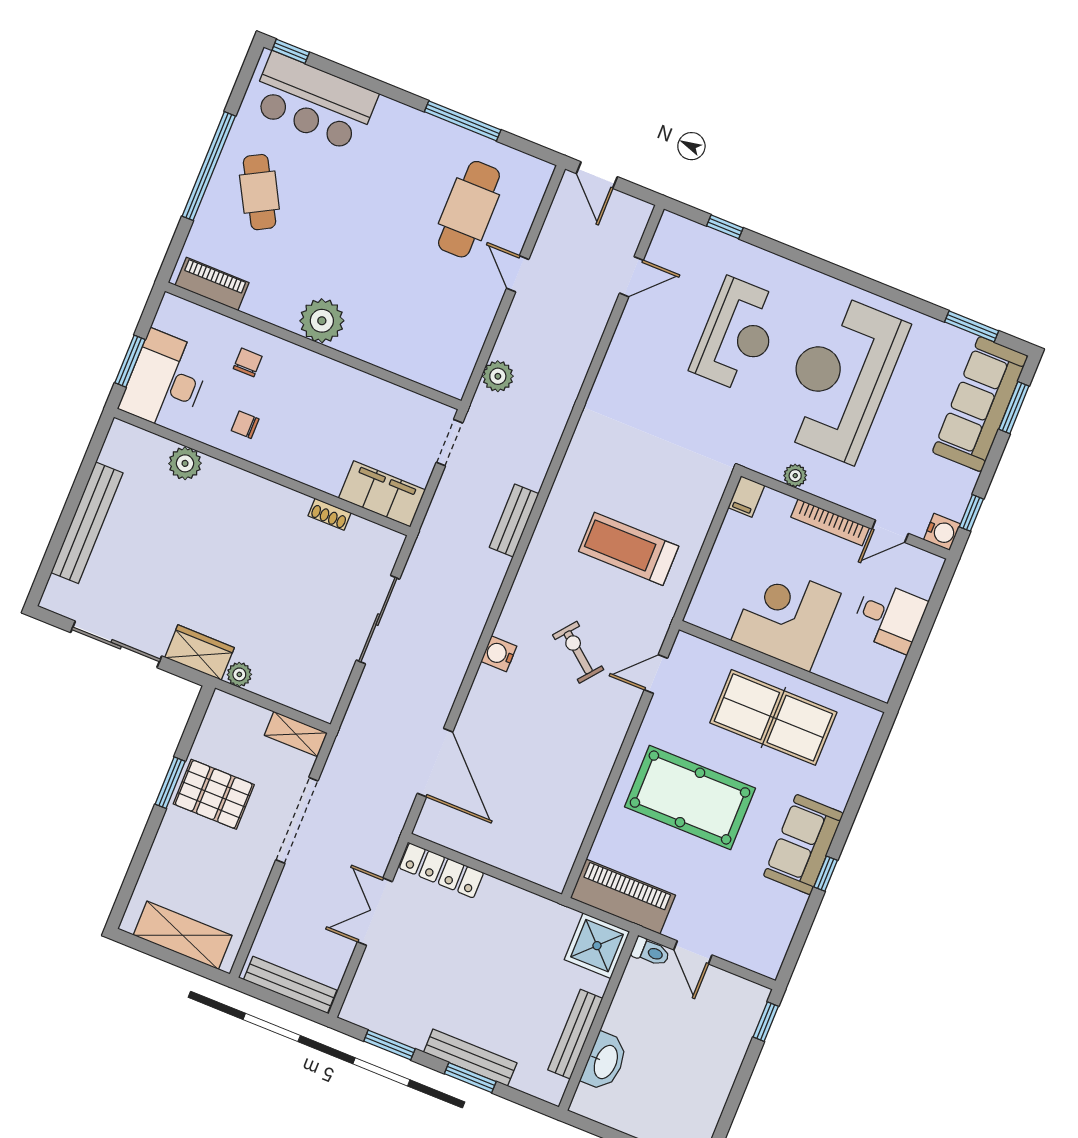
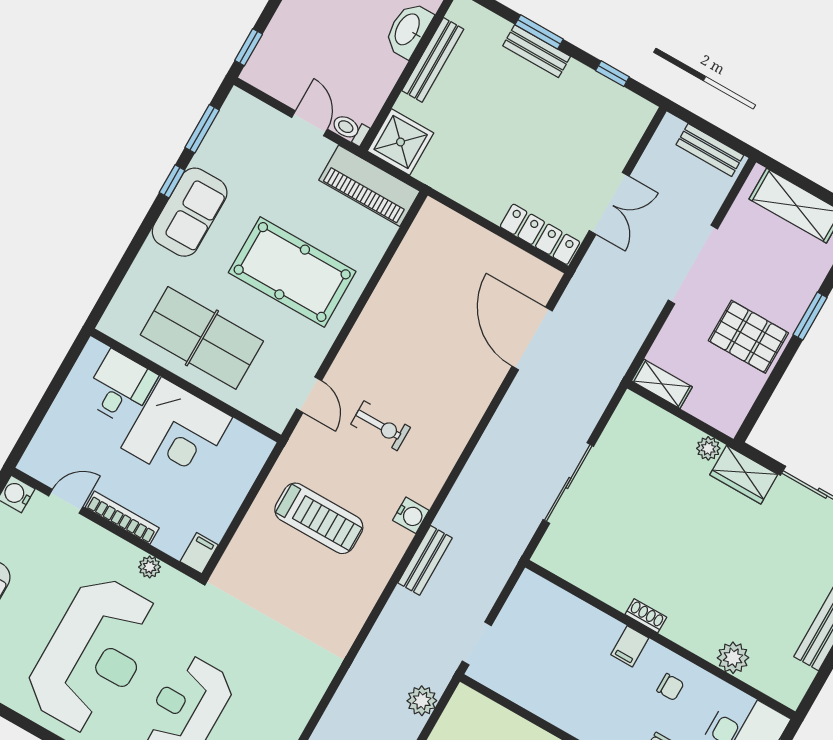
filing cabinet: (382, 494) -> (630, 646), moved, width x0.33, depth x0.86
shoe rack: (330, 514) -> (646, 616), moved
desk: (889, 617) -> (120, 388), moved, turned 90
exercise bike: (578, 652) -> (381, 426), turned -39
water cooler: (499, 654) -> (411, 515), moved
door: (656, 674) -> (309, 395), hinge flipped
window: (170, 783) -> (810, 316), moved
doorway: (297, 820) -> (693, 264), moved
window: (802, 932) -> (202, 129), added
bench: (290, 985) -> (710, 150), width x0.73
window: (389, 1045) -> (612, 74), width x0.67
bench: (470, 1058) -> (537, 51), width x0.73

